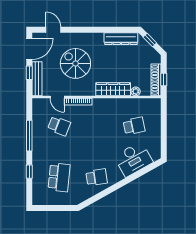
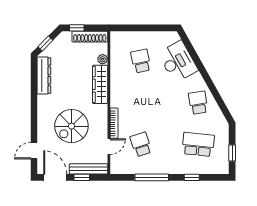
window: (164, 79) -> (77, 28), moved
school desk: (59, 126) -> (141, 144), turned -39
window: (51, 208) -> (232, 153), added

